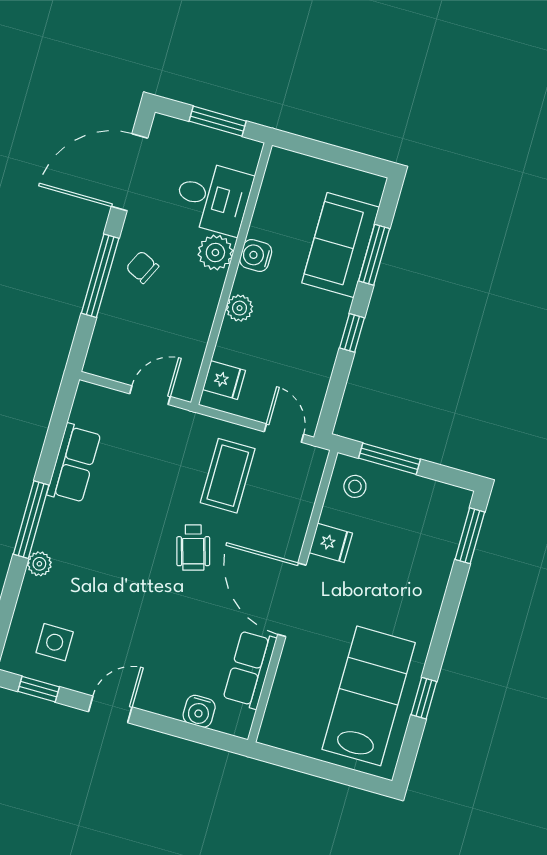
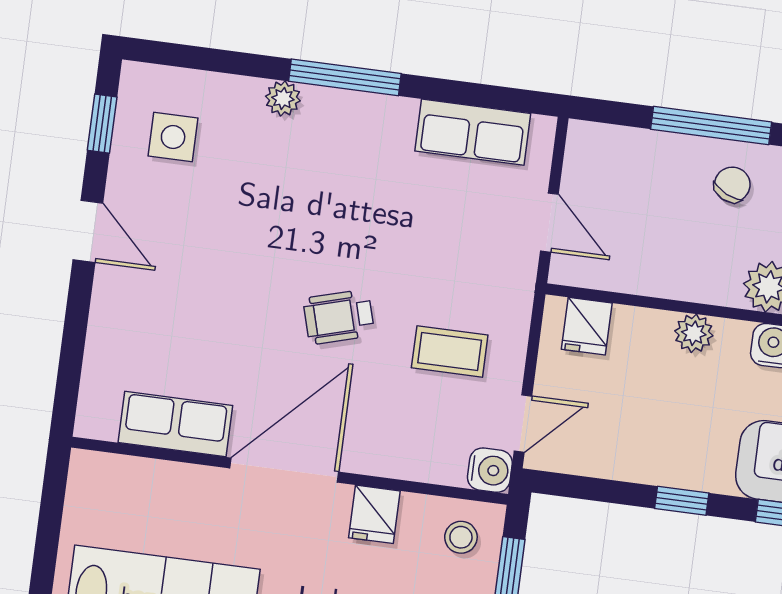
row of seats: (74, 464) -> (473, 132), moved
coffee table: (228, 476) -> (450, 351), width x0.73, depth x0.77
water cooler: (199, 711) -> (490, 470), moved, turned 180

